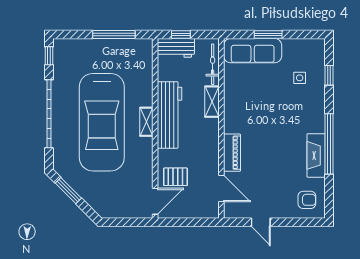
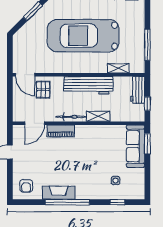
window: (181, 34) -> (147, 104), moved
window: (268, 34) -> (147, 144), moved
bicycle: (213, 64) -> (71, 117), moved
shelving: (146, 122) -> (118, 68), moved

